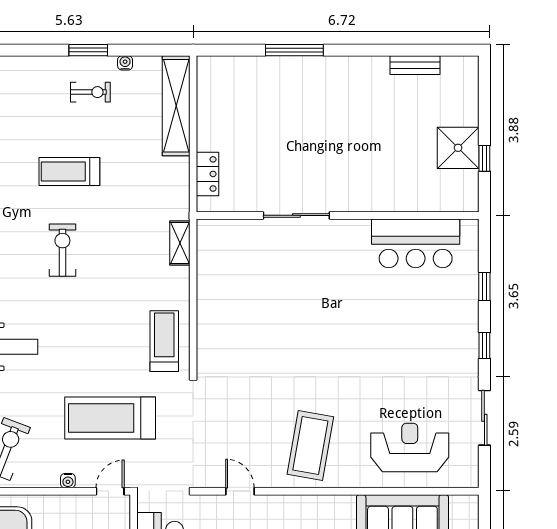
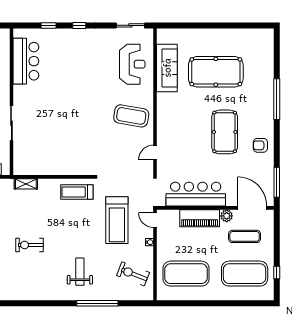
sliding door: (484, 418) -> (130, 25), moved
reception desk: (410, 447) -> (132, 64), turned 180

